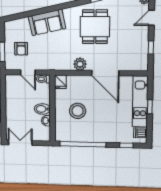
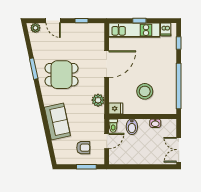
plant: (80, 64) -> (98, 100), moved
bidet: (42, 109) -> (132, 127), moved

